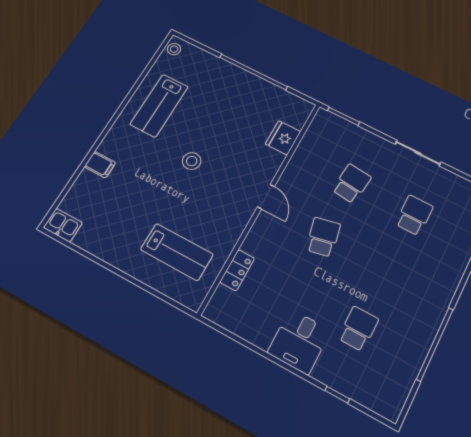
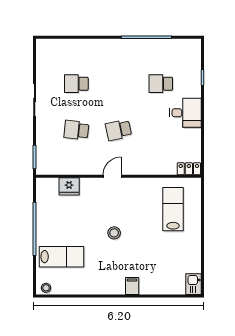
lab bench: (159, 105) -> (62, 257), moved
filing cabinet: (100, 165) -> (132, 286), moved
locker: (237, 270) -> (189, 169), moved

